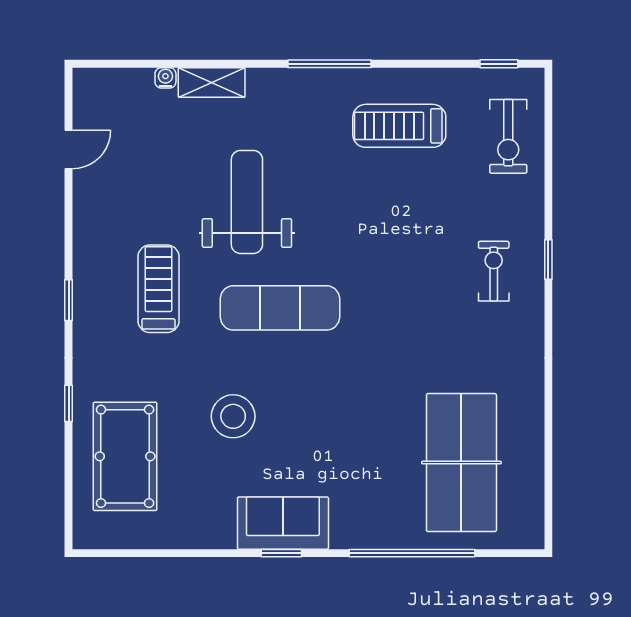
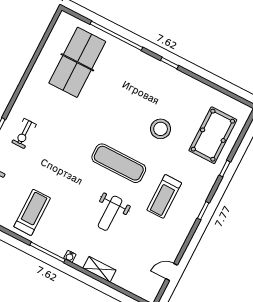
water cooler: (165, 78) -> (70, 256), moved
treadmill: (399, 126) -> (32, 212), turned -90
weight bench: (247, 202) -> (110, 213), width x0.73, depth x0.75
sofa: (283, 523) -> (163, 75), removed

